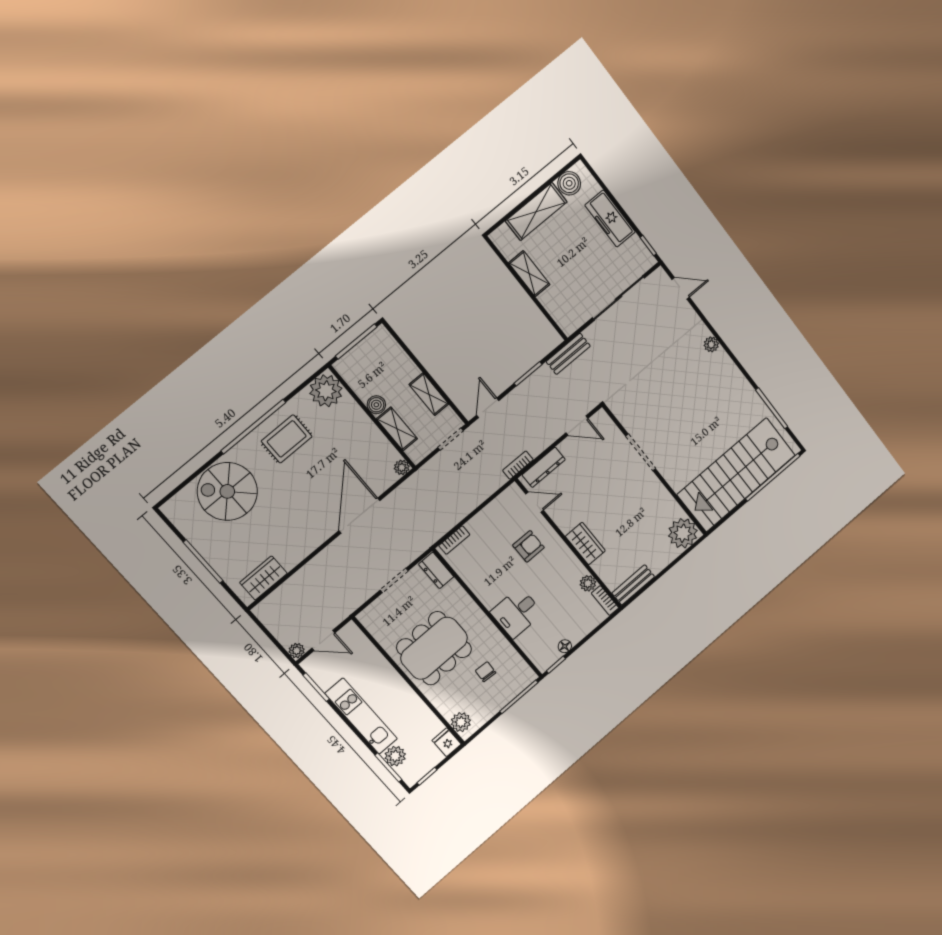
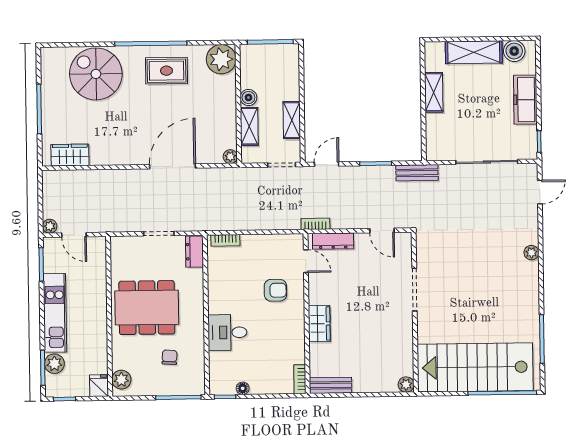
door: (681, 288) -> (540, 192), hinge flipped
plant: (683, 533) -> (406, 385), width x0.53, depth x0.53
plant: (588, 583) -> (297, 355), removed

